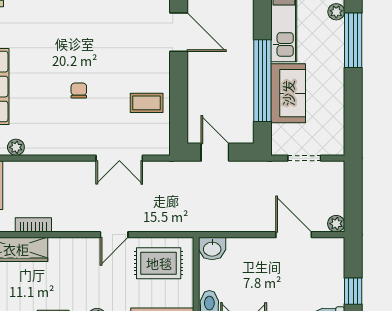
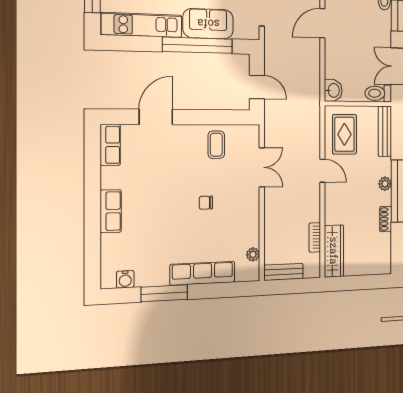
door: (215, 152) -> (257, 87), swing flipped

